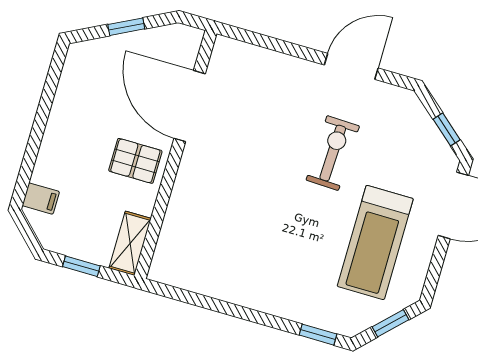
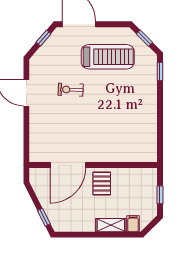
window: (126, 27) -> (44, 217), moved
exercise bike: (333, 153) -> (71, 90), width x0.73, depth x0.72
shelving: (130, 243) -> (111, 225), moved

